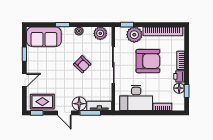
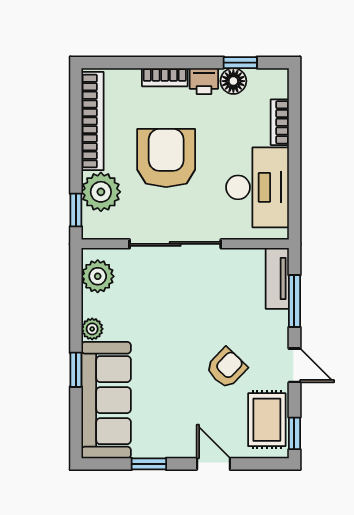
sofa: (44, 37) -> (106, 400), width x1.36
armchair: (82, 64) -> (226, 368), moved
floor lamp: (79, 104) -> (272, 328), removed
door: (64, 113) -> (294, 365), hinge flipped

